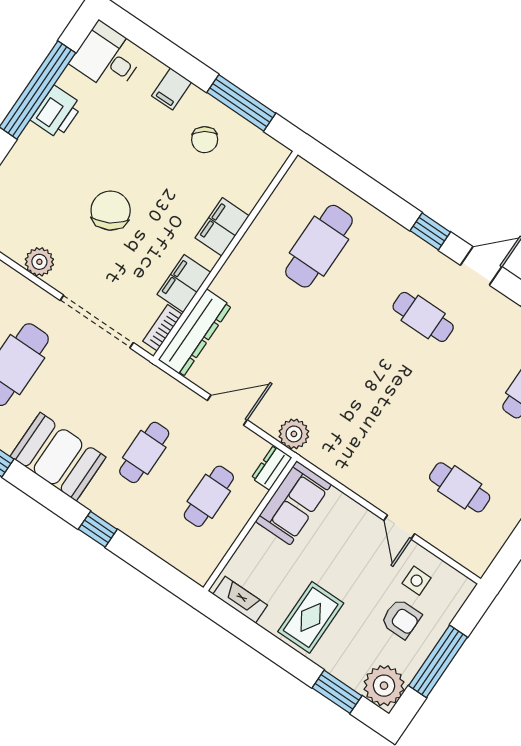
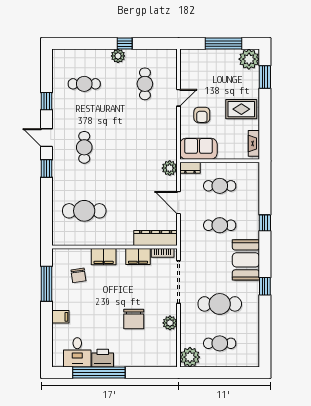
desk: (108, 58) -> (77, 352), moved
chair: (205, 140) -> (78, 275), moved, turned 117
chair: (111, 211) -> (134, 319), moved, turned -60
side table: (417, 581) -> (196, 75), removed
armchair: (401, 619) -> (202, 115), moved, turned 180

